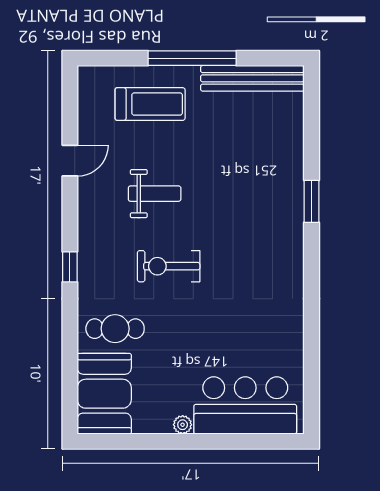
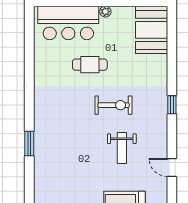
door: (70, 161) -> (172, 167), hinge flipped
weight bench: (155, 194) -> (122, 148), turned -90
cafe table: (115, 329) -> (90, 65), moved

